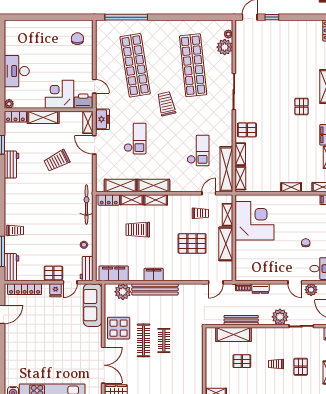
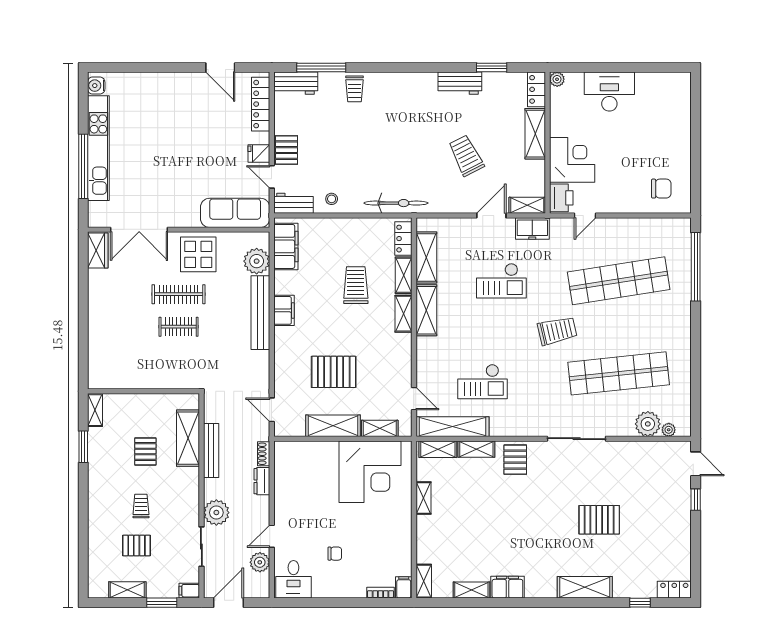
pallet: (301, 106) -> (599, 520), moved, width x1.50, depth x1.42
shelving: (291, 187) -> (424, 498), moved
trolley: (200, 213) -> (382, 385), removed
pallet: (192, 243) -> (334, 372), turned 90

